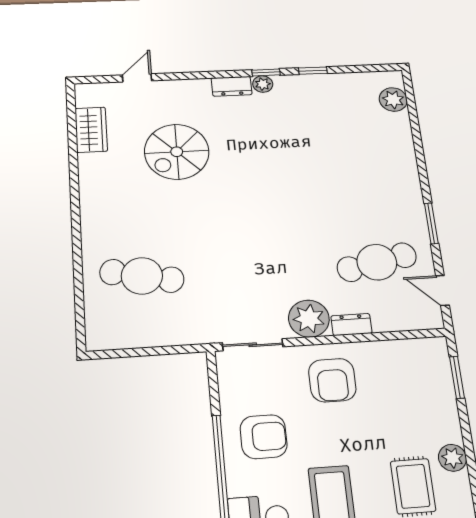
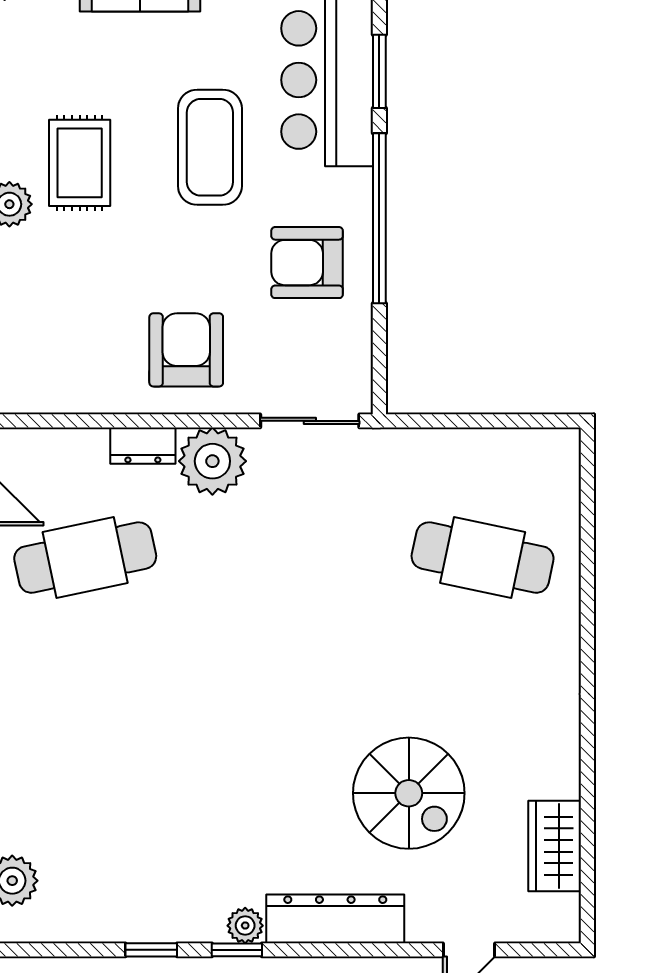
dresser: (232, 86) -> (335, 919), width x1.96, depth x1.24
spiral stairs: (177, 152) -> (409, 793), turned 90

